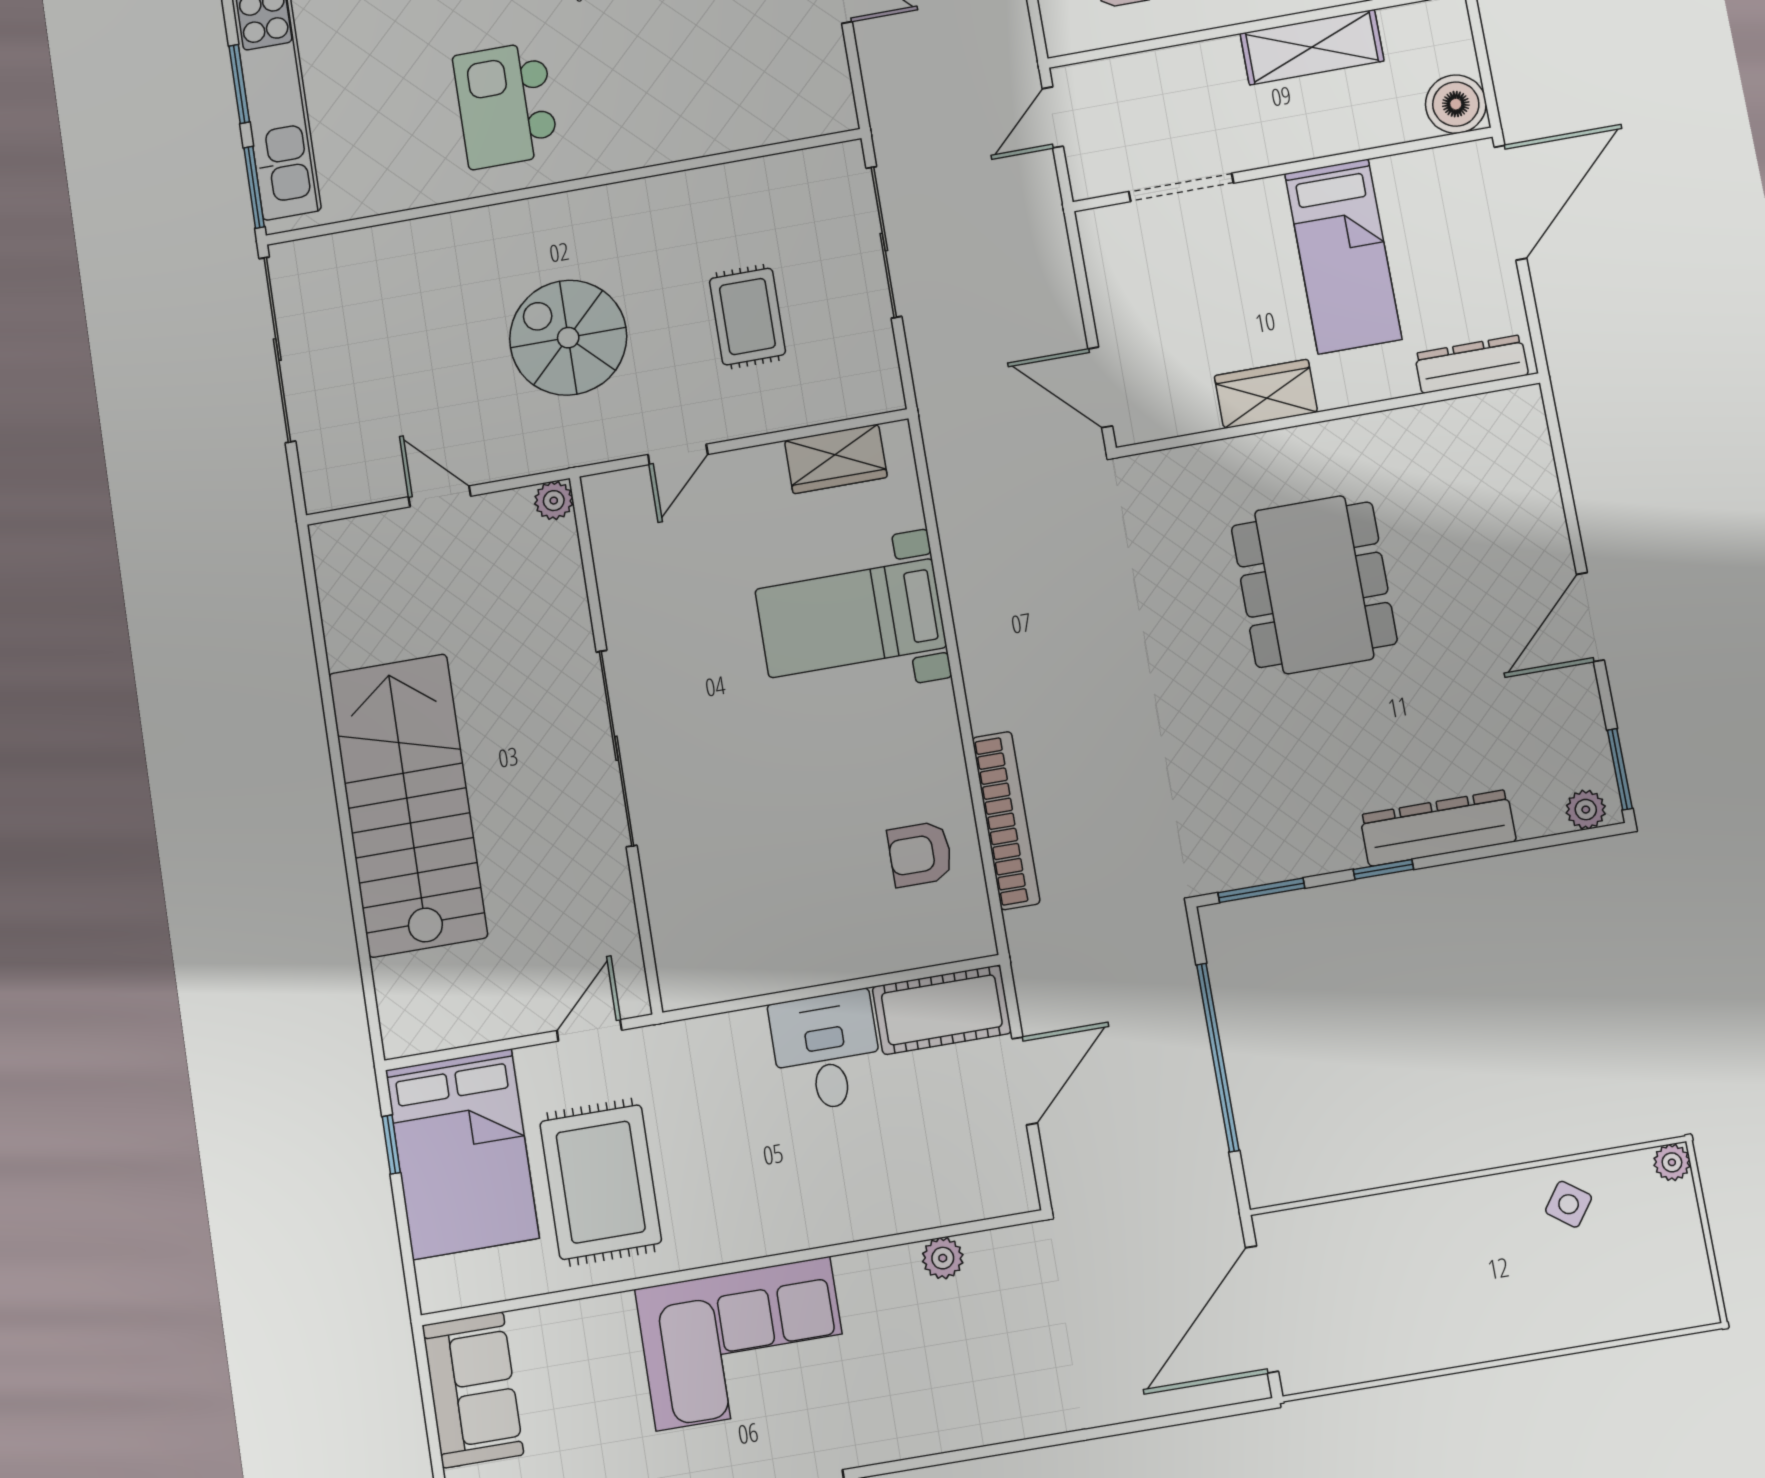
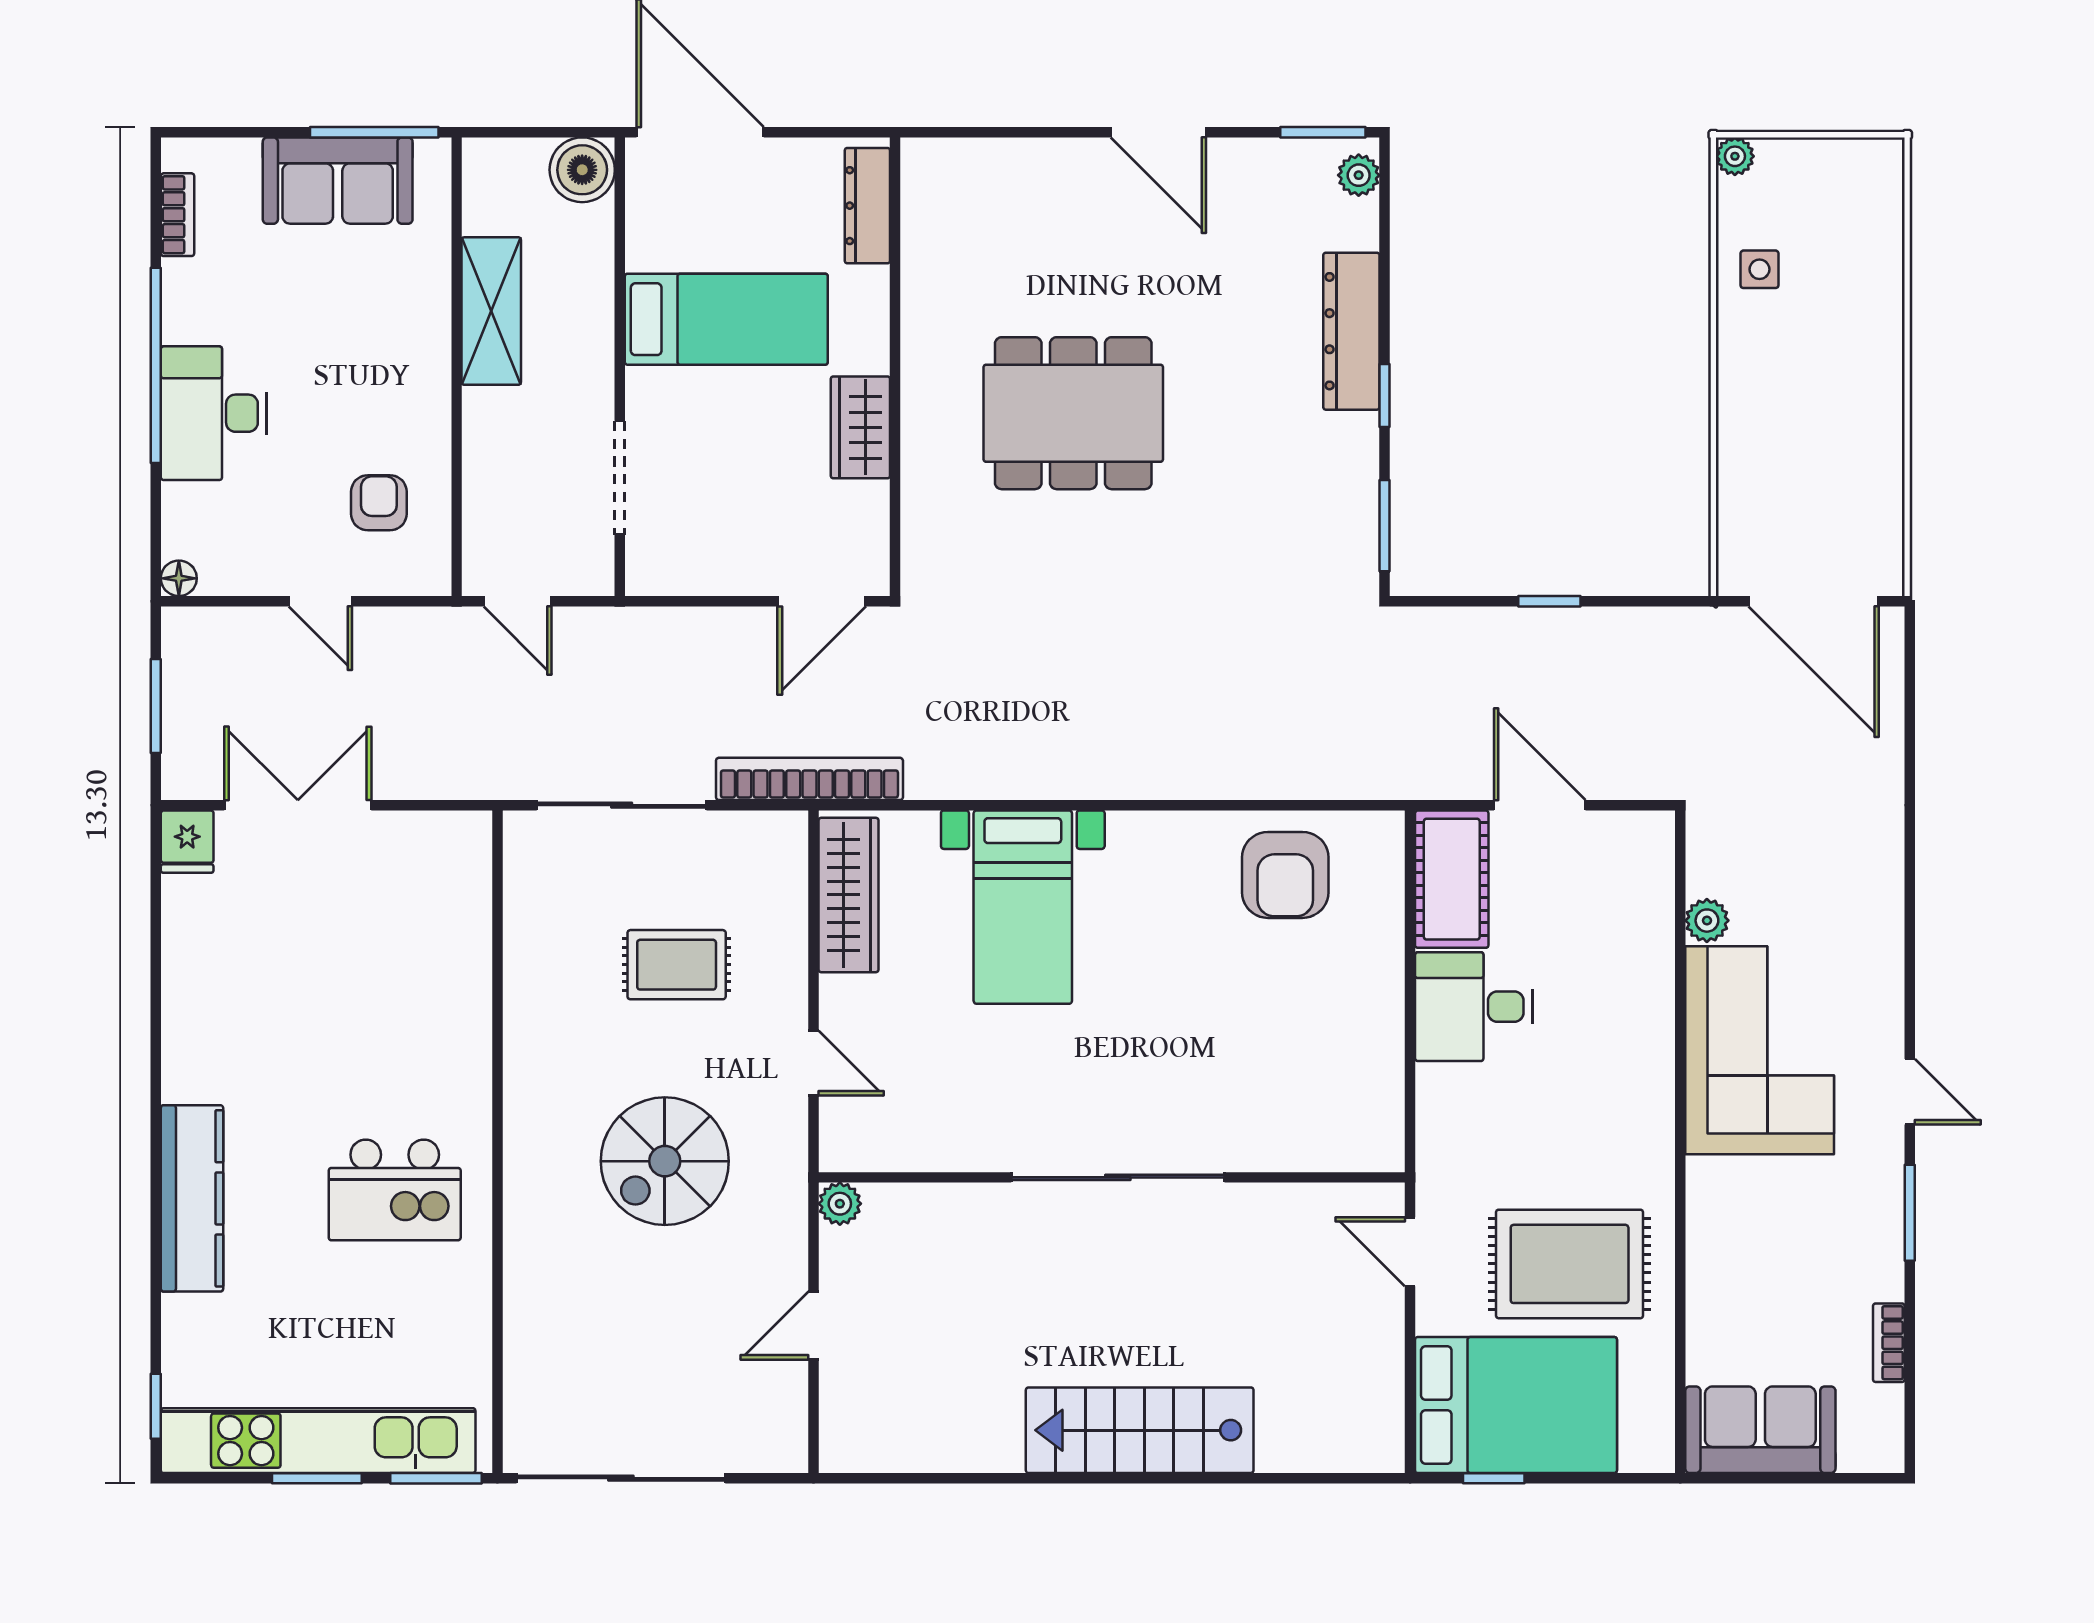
wardrobe: (836, 459) -> (849, 895), width x1.50
stairs: (408, 805) -> (1140, 1430), width x0.73, depth x0.66
bookcase: (1006, 820) -> (809, 779), moved
armchair: (920, 854) -> (1285, 875), width x1.38, depth x1.38
window: (1218, 1057) -> (1549, 601), width x0.32
side table: (1569, 1204) -> (1760, 269), turned -36
corner sofa: (743, 1344) -> (1760, 1050), moved

